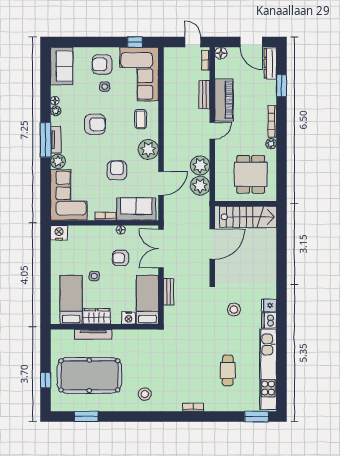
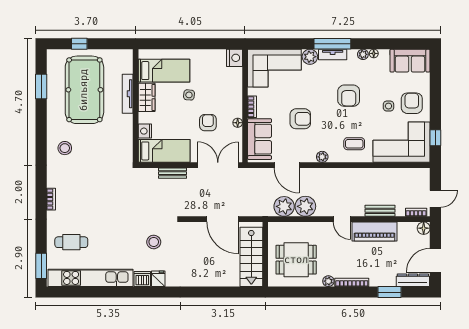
plant: (148, 150) -> (322, 157), width x0.53, depth x0.53
cafe table: (228, 370) -> (71, 242), moved

